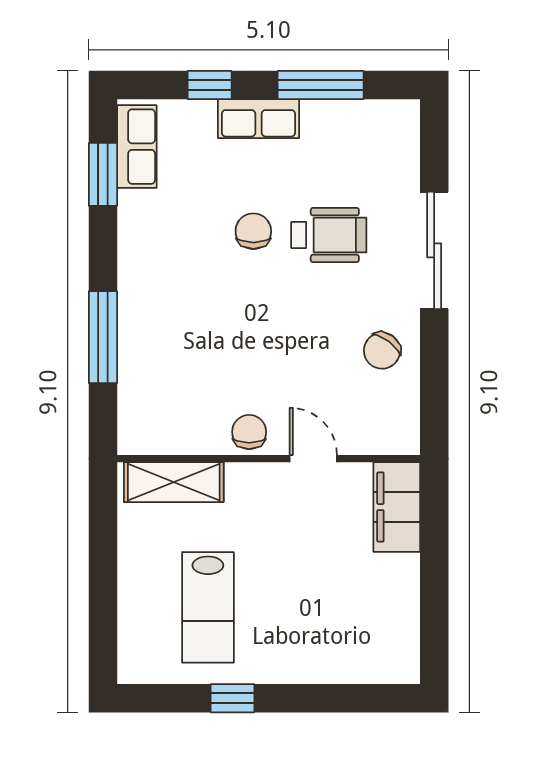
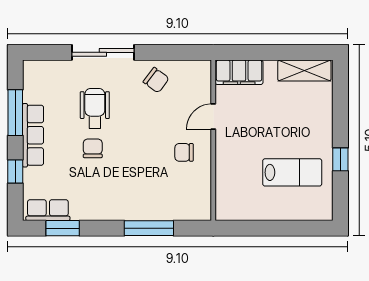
row of seats: (258, 119) -> (33, 135), width x1.48
chair: (253, 231) -> (93, 148), turned 90
chair: (249, 432) -> (184, 152), moved
shelving: (174, 482) -> (304, 70), moved, turned 90

